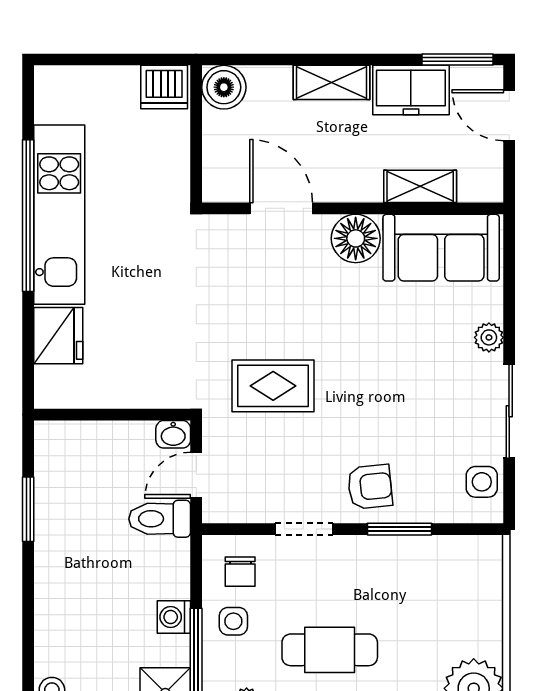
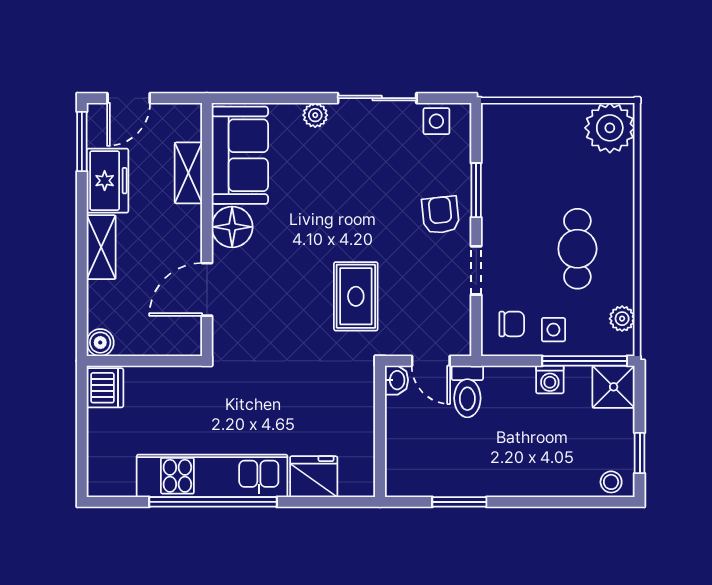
boiler: (224, 87) -> (100, 343), width x0.73, depth x0.73

